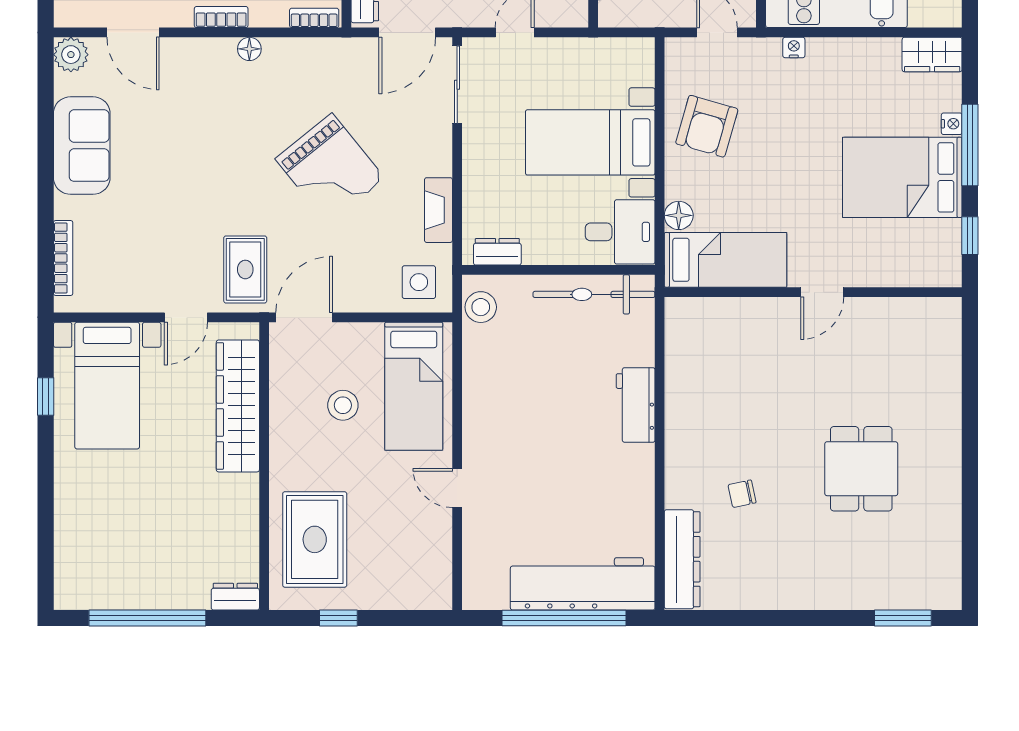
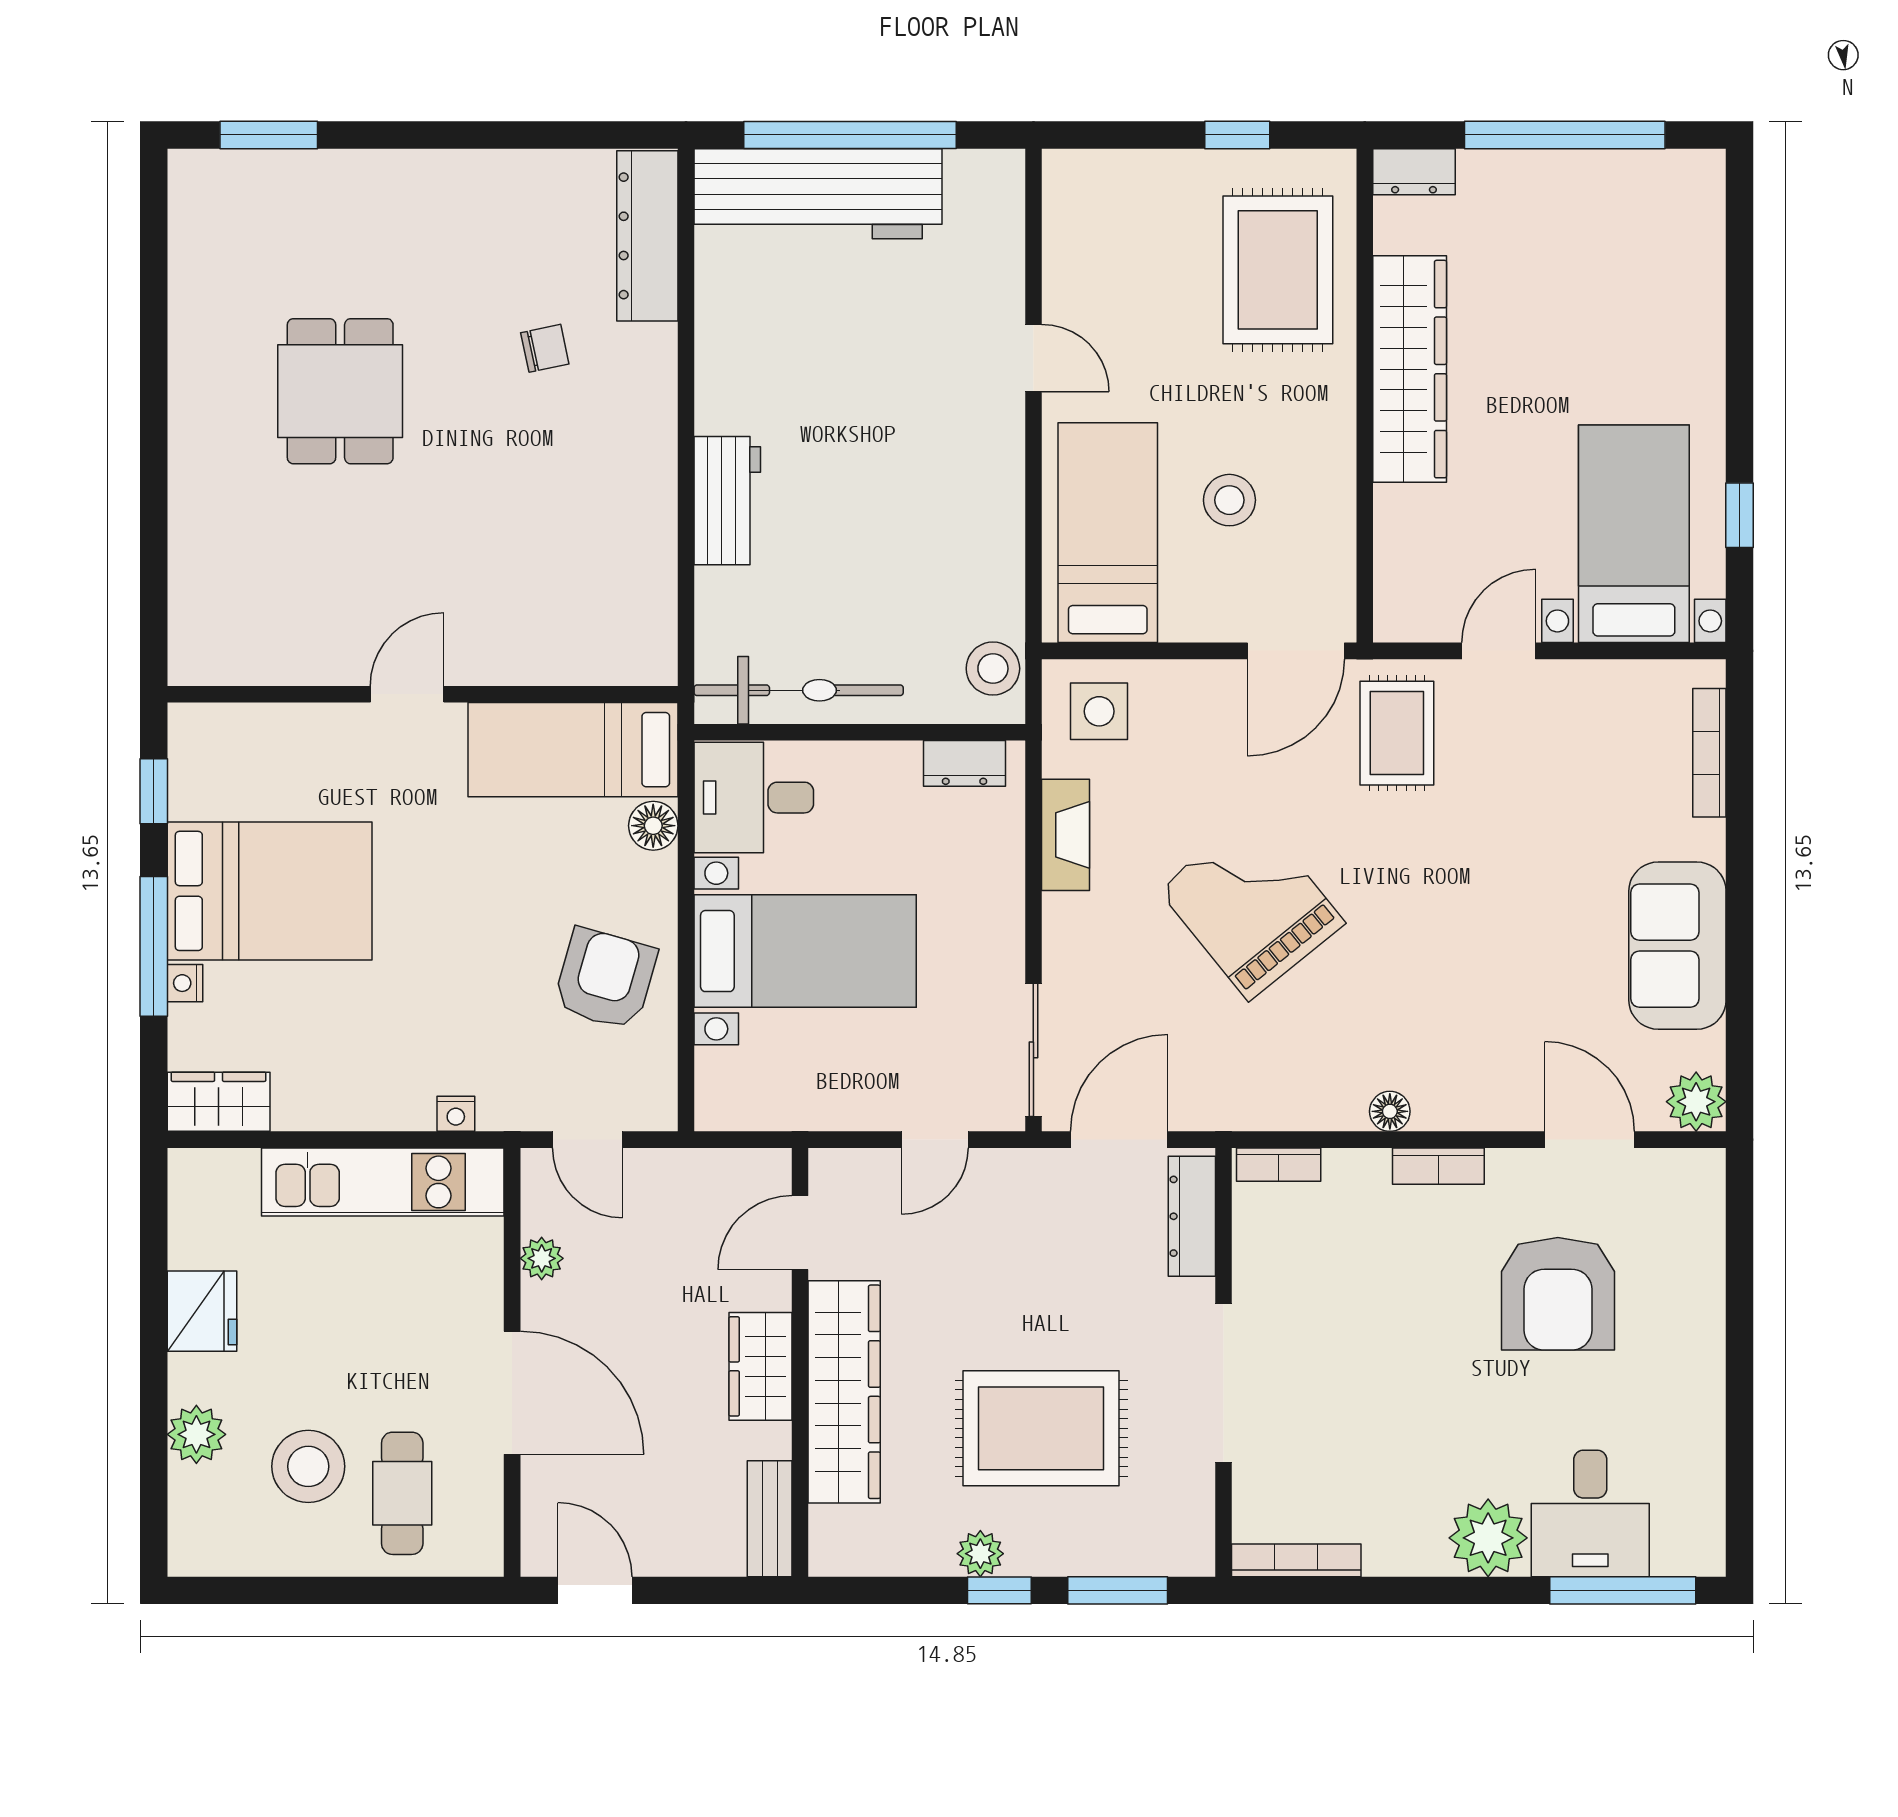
wardrobe: (238, 406) -> (1410, 369), moved

